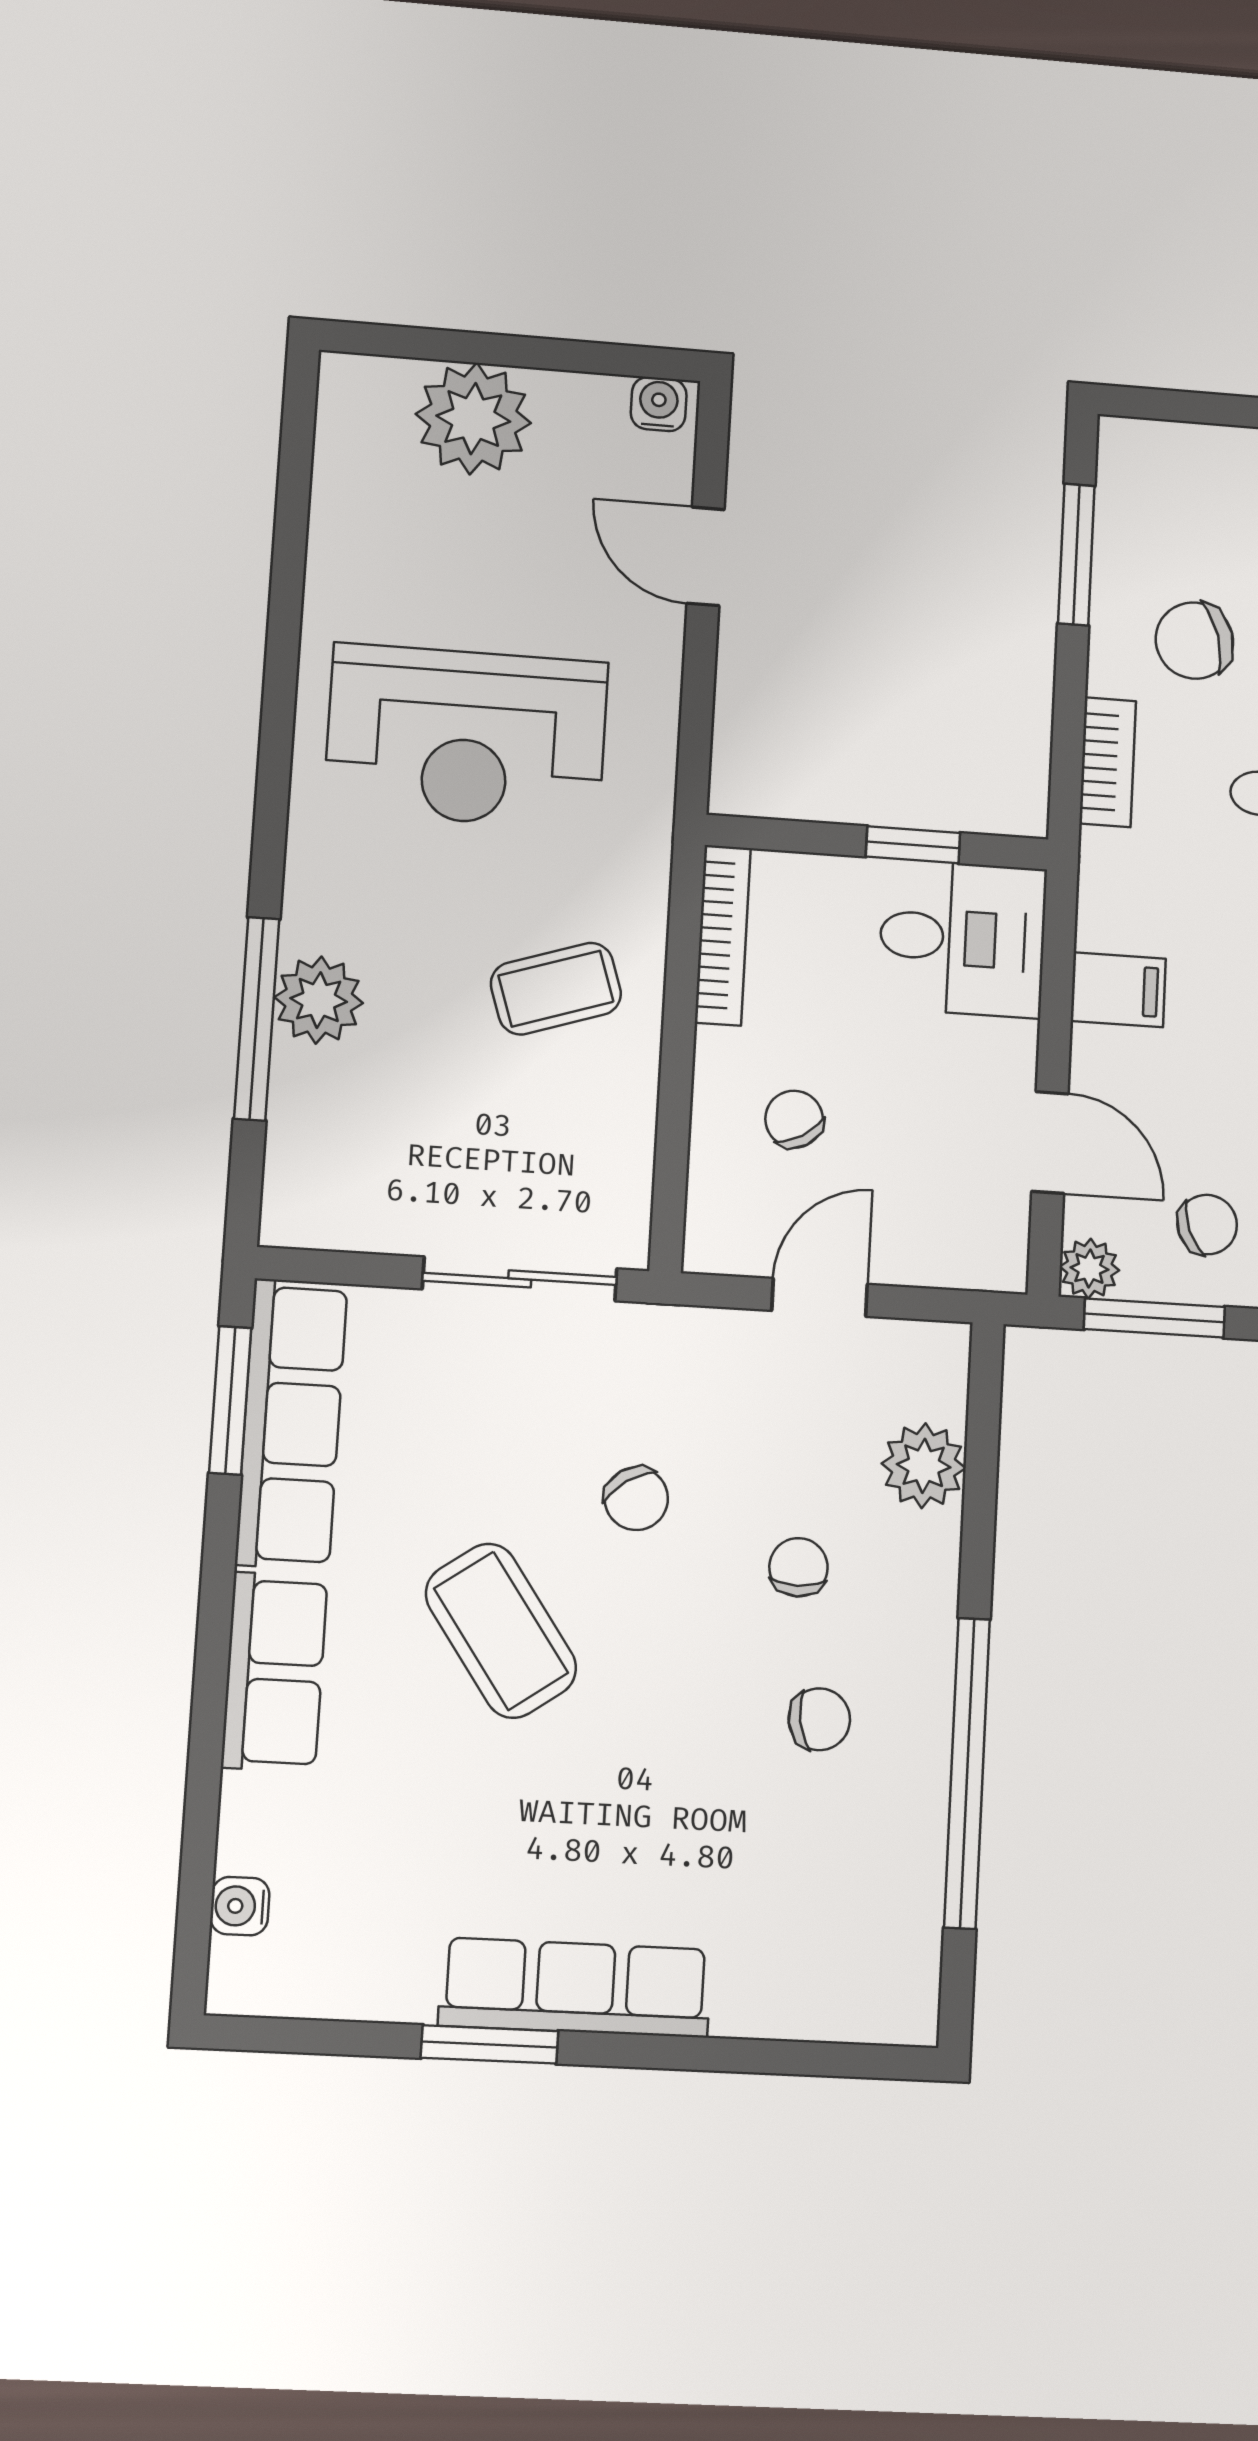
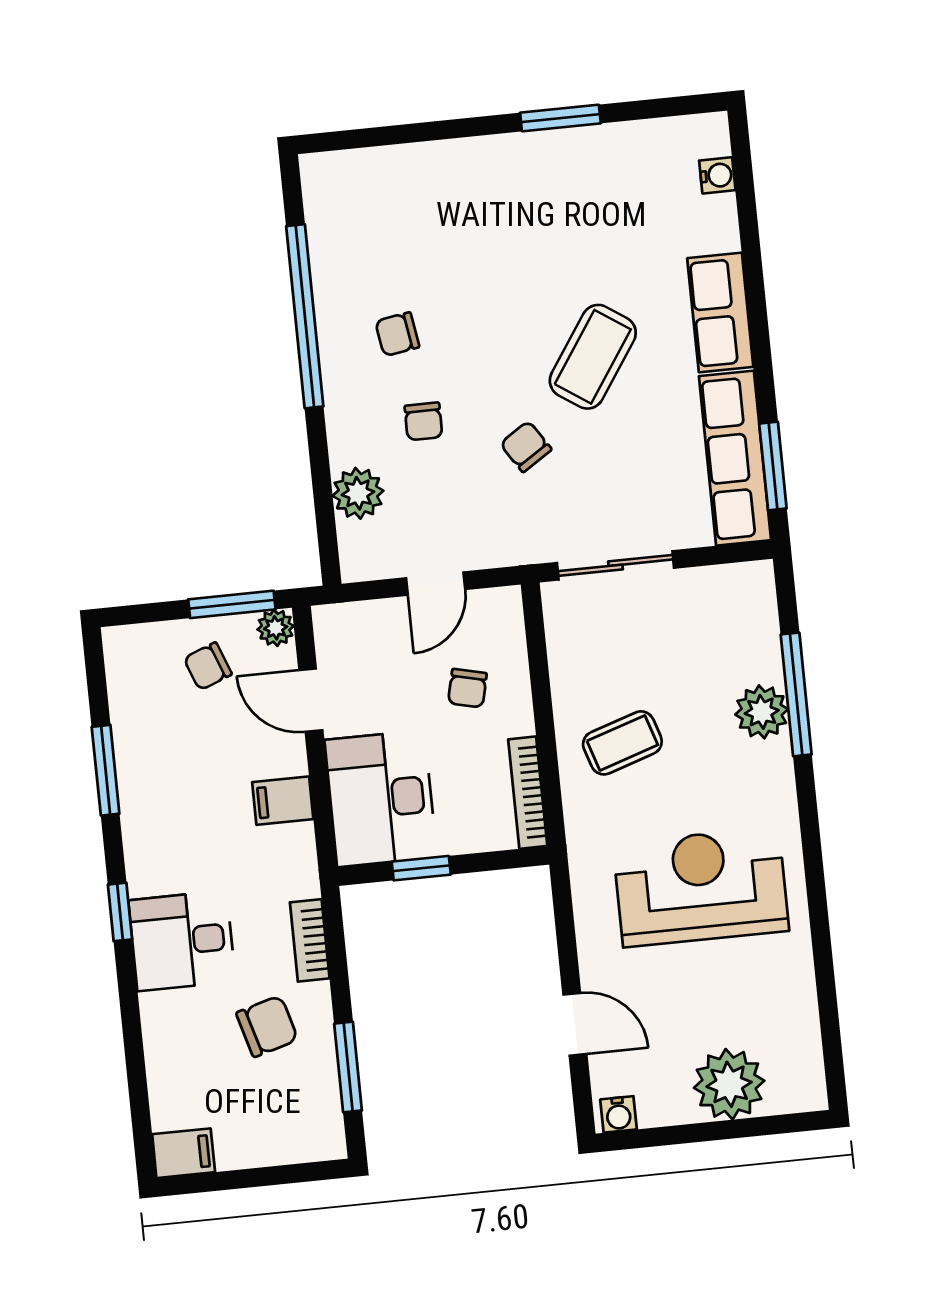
desk: (962, 938) -> (381, 799), width x1.37
chair: (794, 1119) -> (467, 688), turned 43
coffee table: (501, 1631) -> (593, 357), turned 69
row of seats: (575, 1988) -> (516, 158), removed

